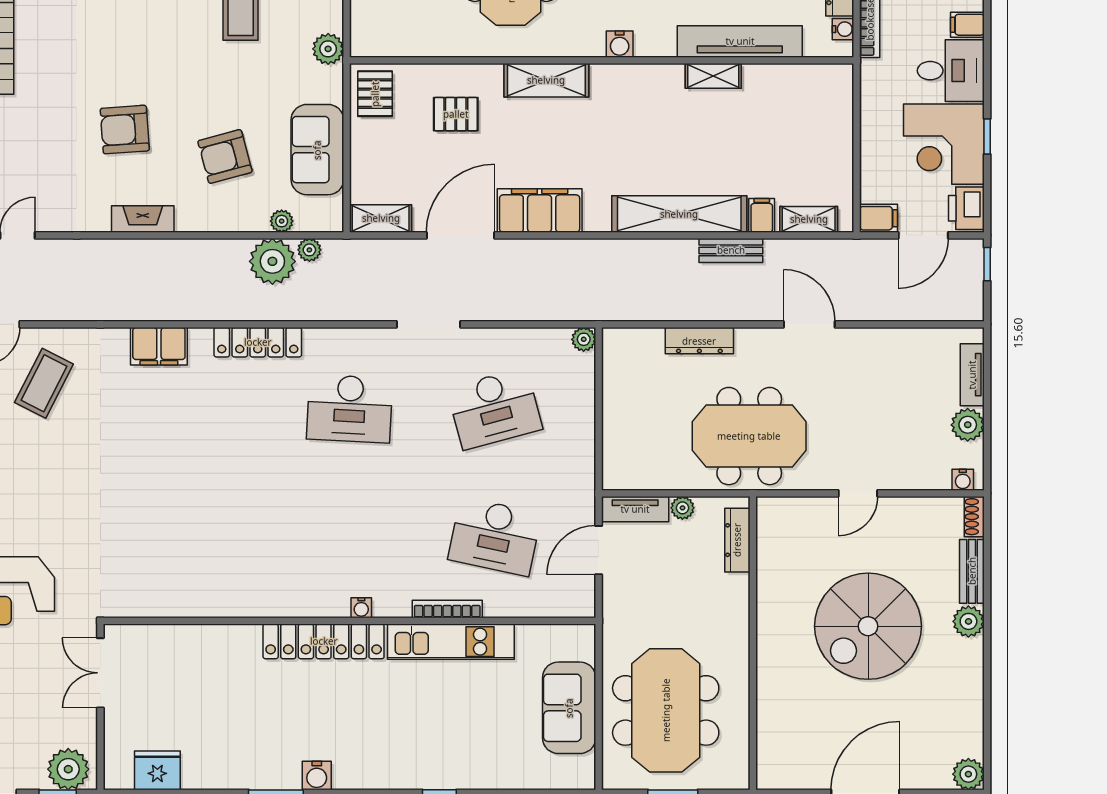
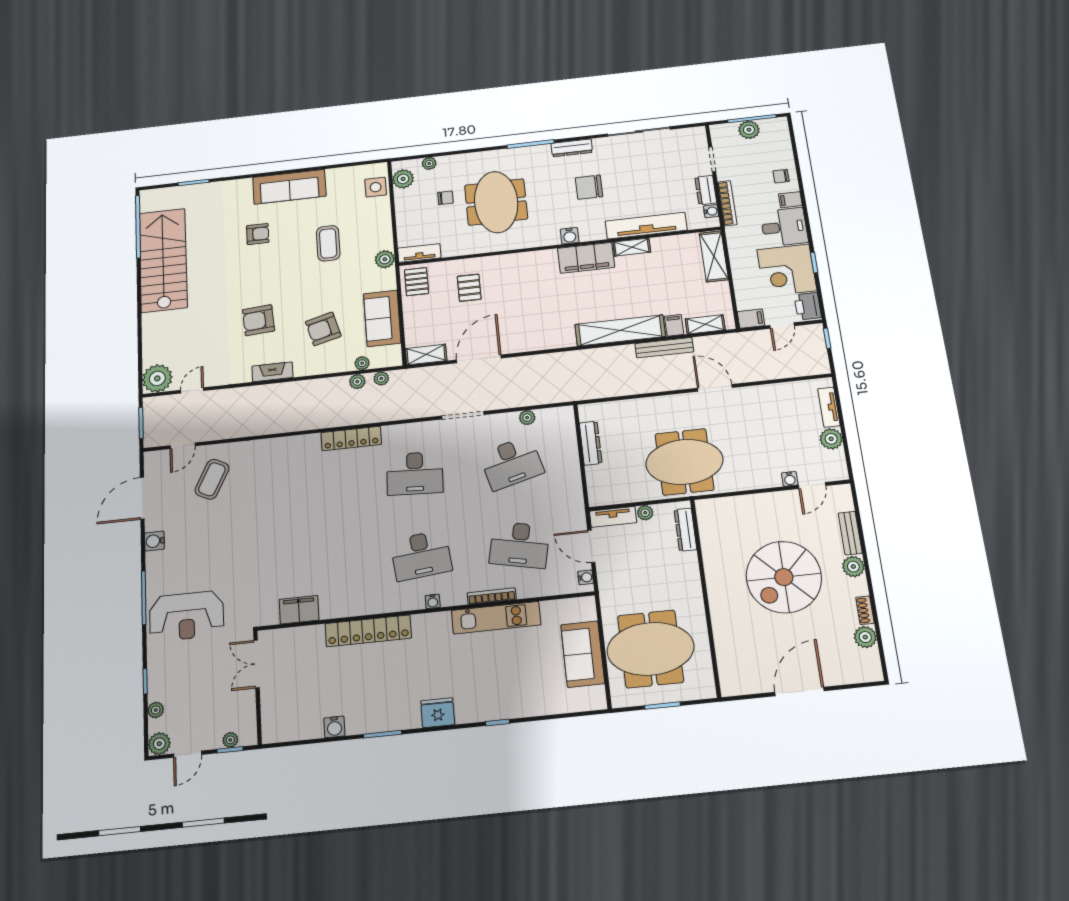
tv unit: (383, 45) -> (419, 253), added
shelving: (546, 80) -> (714, 256), moved, turned 90
pallet: (456, 114) -> (469, 288), turned 90
filing cabinet: (540, 210) -> (586, 258), moved, turned 180
door: (923, 235) -> (782, 326), width x0.73
bench: (731, 250) -> (664, 348), width x1.36
plant: (272, 261) -> (357, 382), width x0.53, depth x0.53
plant: (584, 339) -> (527, 418), moved
dresser: (699, 341) -> (591, 443), moved, turned -90
filing cabinet: (159, 346) -> (299, 610), moved, turned 180
water cooler: (963, 480) -> (790, 479), moved
door: (858, 493) -> (812, 485), moved
shoe rack: (974, 517) -> (865, 610), moved
desk: (350, 536) -> (421, 555), added
door: (599, 550) -> (591, 546), hinge flipped
water cooler: (585, 596) -> (586, 577), added
locker: (324, 641) -> (368, 631), moved
meeting table: (666, 710) -> (650, 649), turned 90
plant: (68, 769) -> (230, 740), width x0.53, depth x0.53
fridge: (157, 770) -> (438, 713), moved
plant: (968, 774) -> (865, 637), moved
water cooler: (317, 776) -> (334, 727), moved

